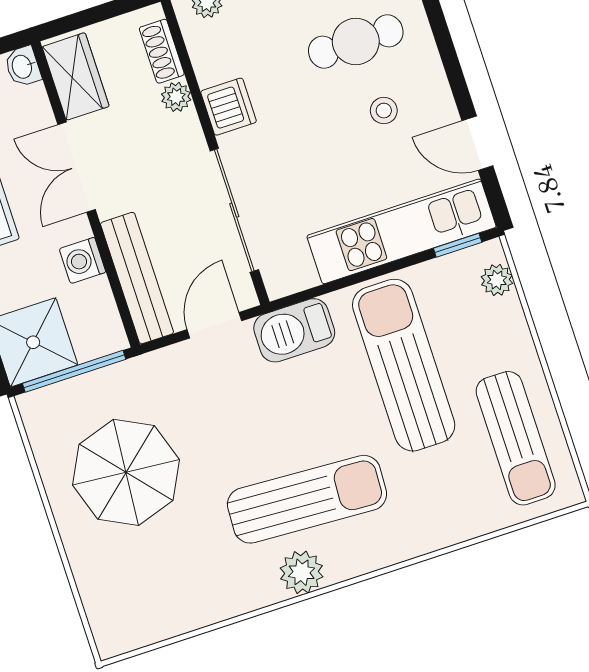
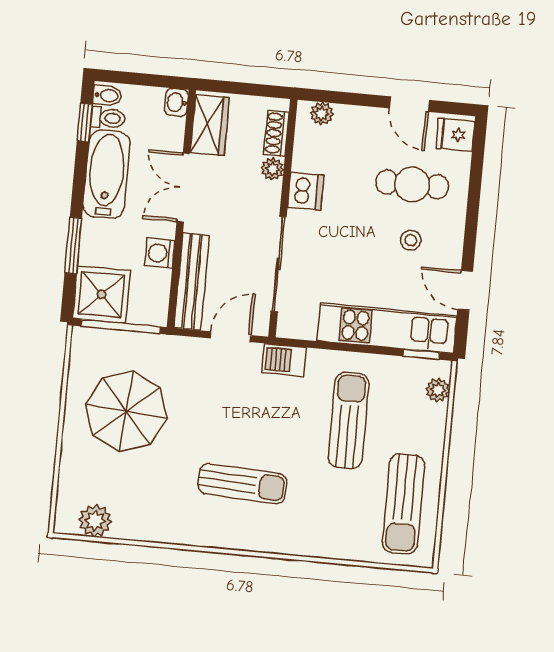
barbecue: (294, 330) -> (284, 360), width x0.73, depth x0.79
sun lounger: (404, 365) -> (349, 420), width x0.73, depth x0.75
sun lounger: (307, 499) -> (242, 484), width x0.73, depth x0.75
plant: (302, 572) -> (95, 521), moved

